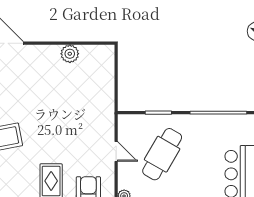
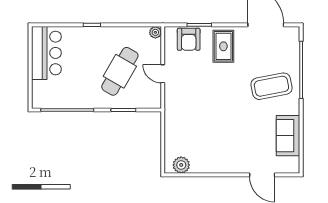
plant: (70, 54) -> (181, 165), moved

